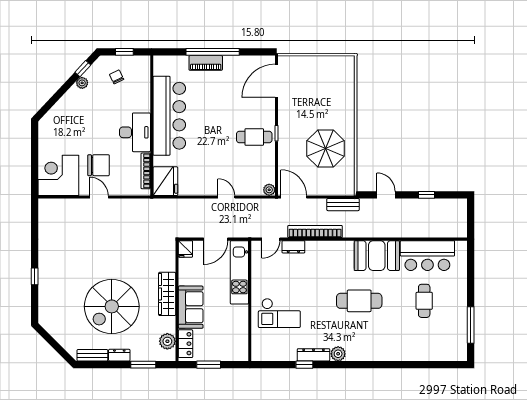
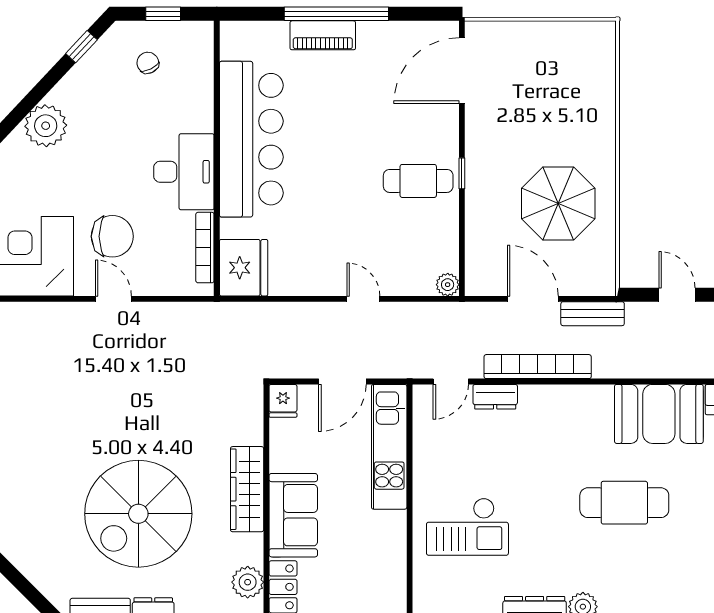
plant: (82, 83) -> (46, 126), moved, width x1.88, depth x1.88
door: (294, 197) -> (533, 299), moved

